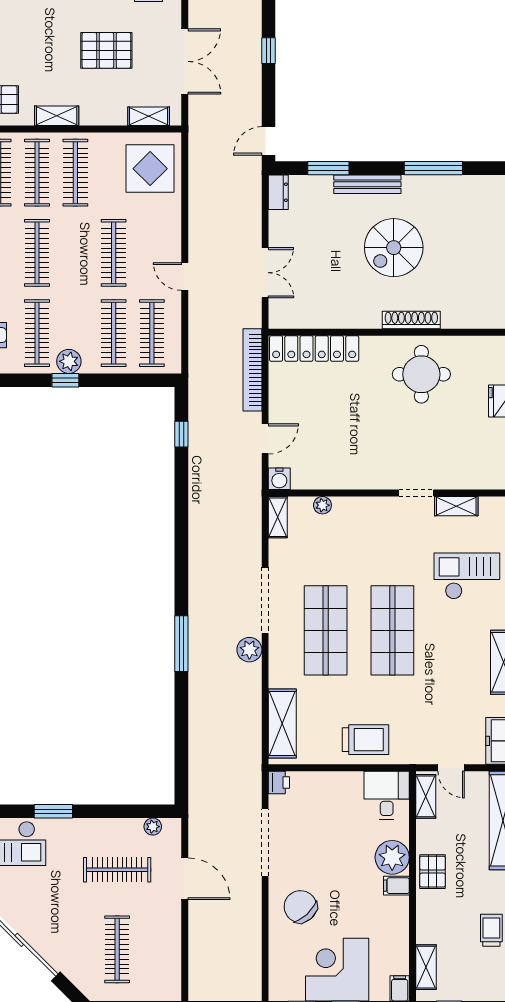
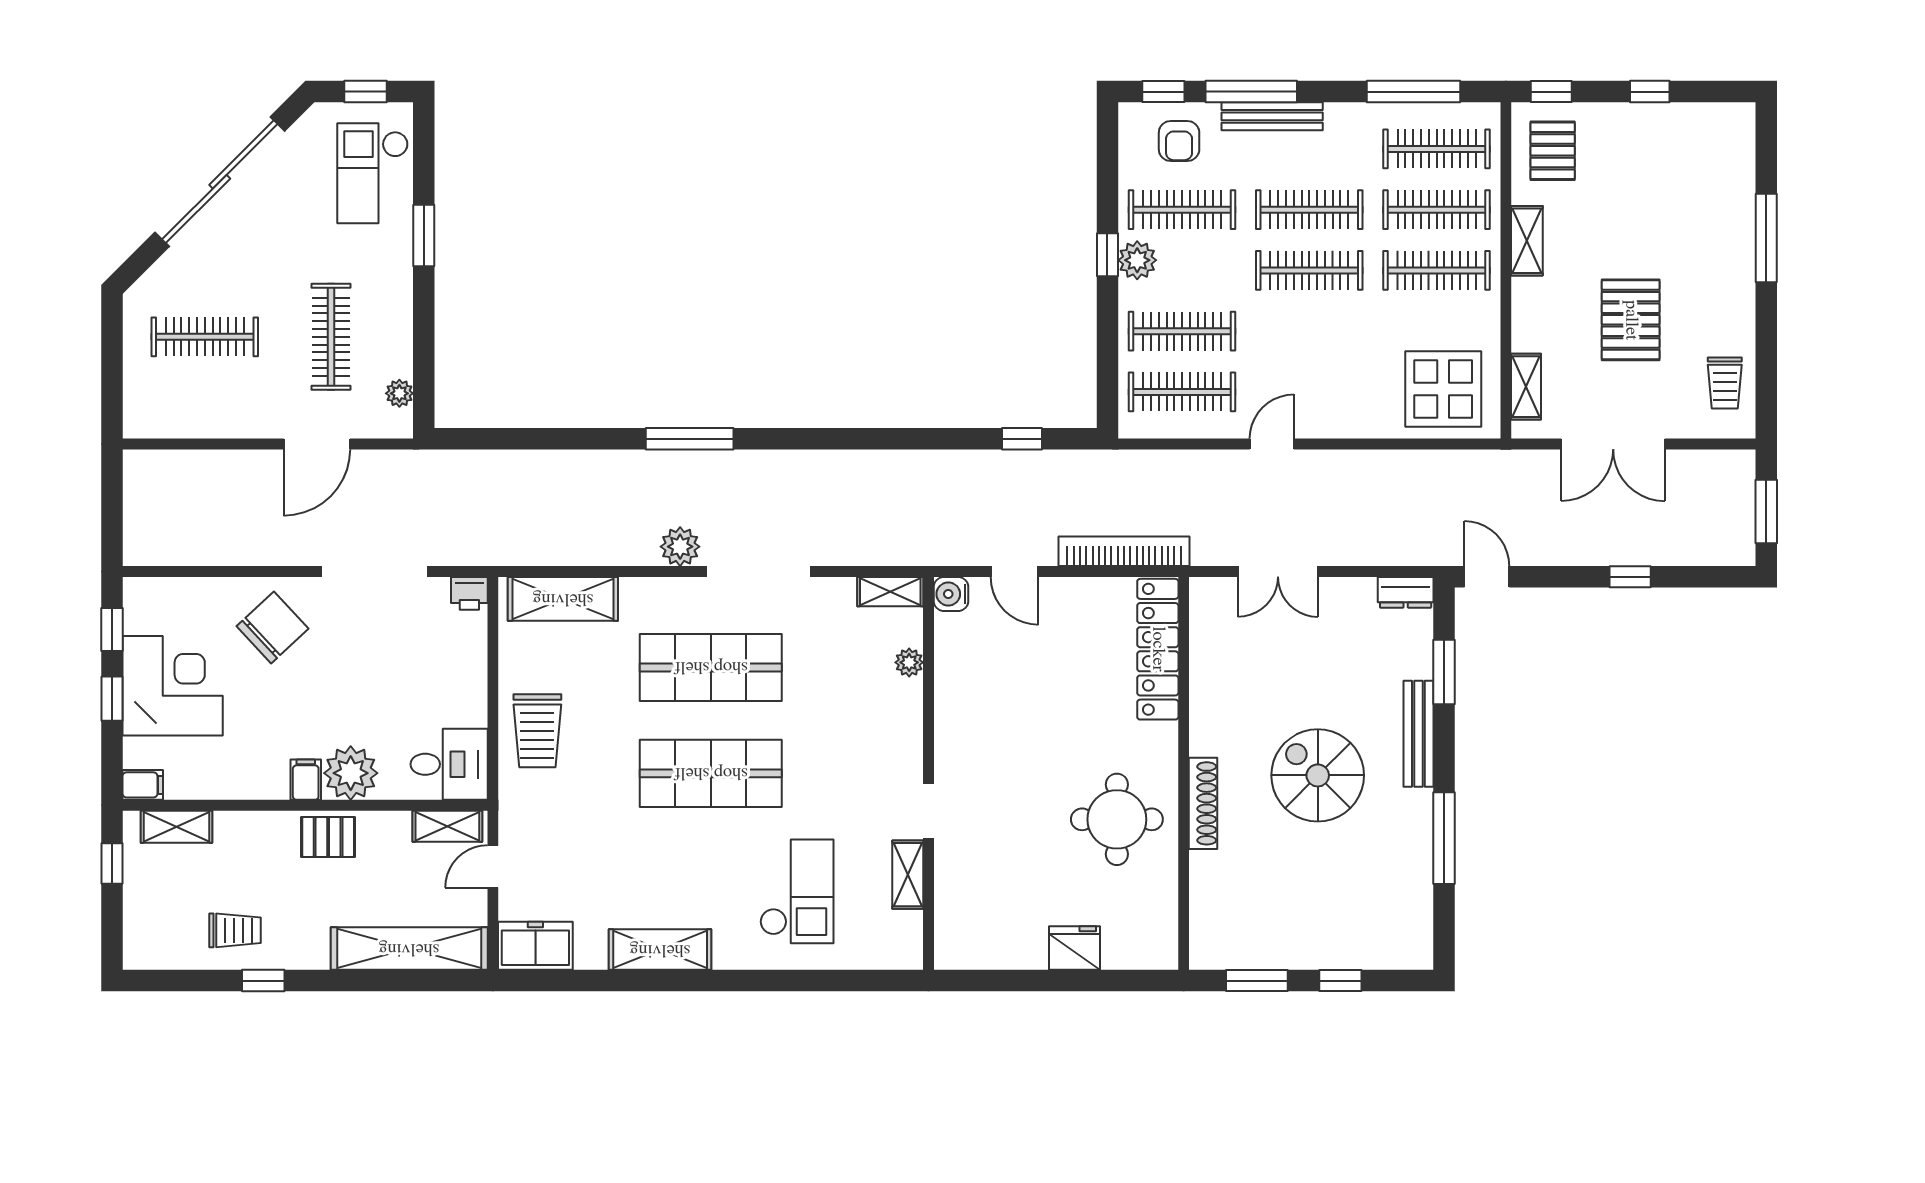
clothes rail: (114, 253) -> (1309, 270), moved

